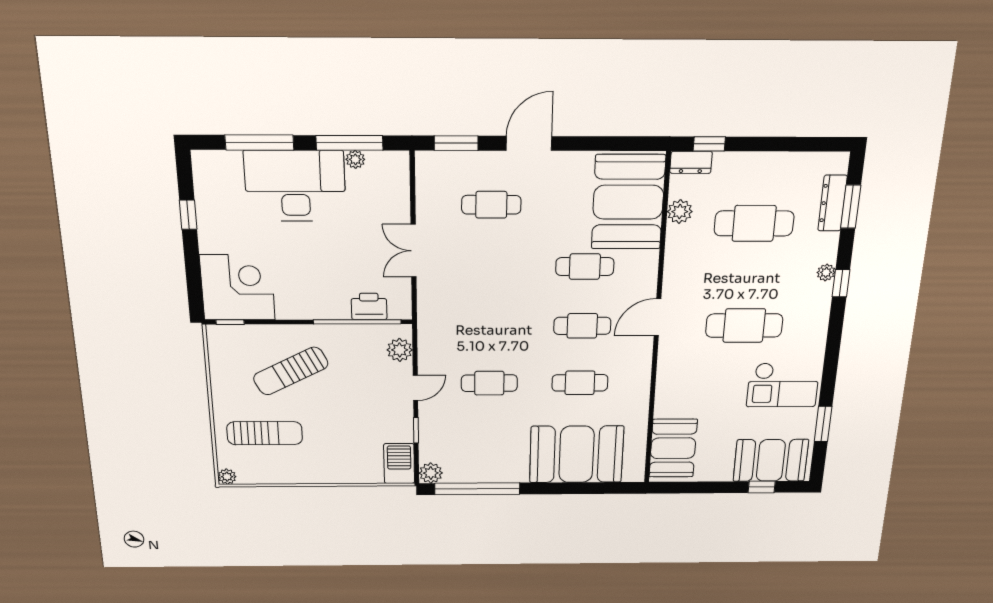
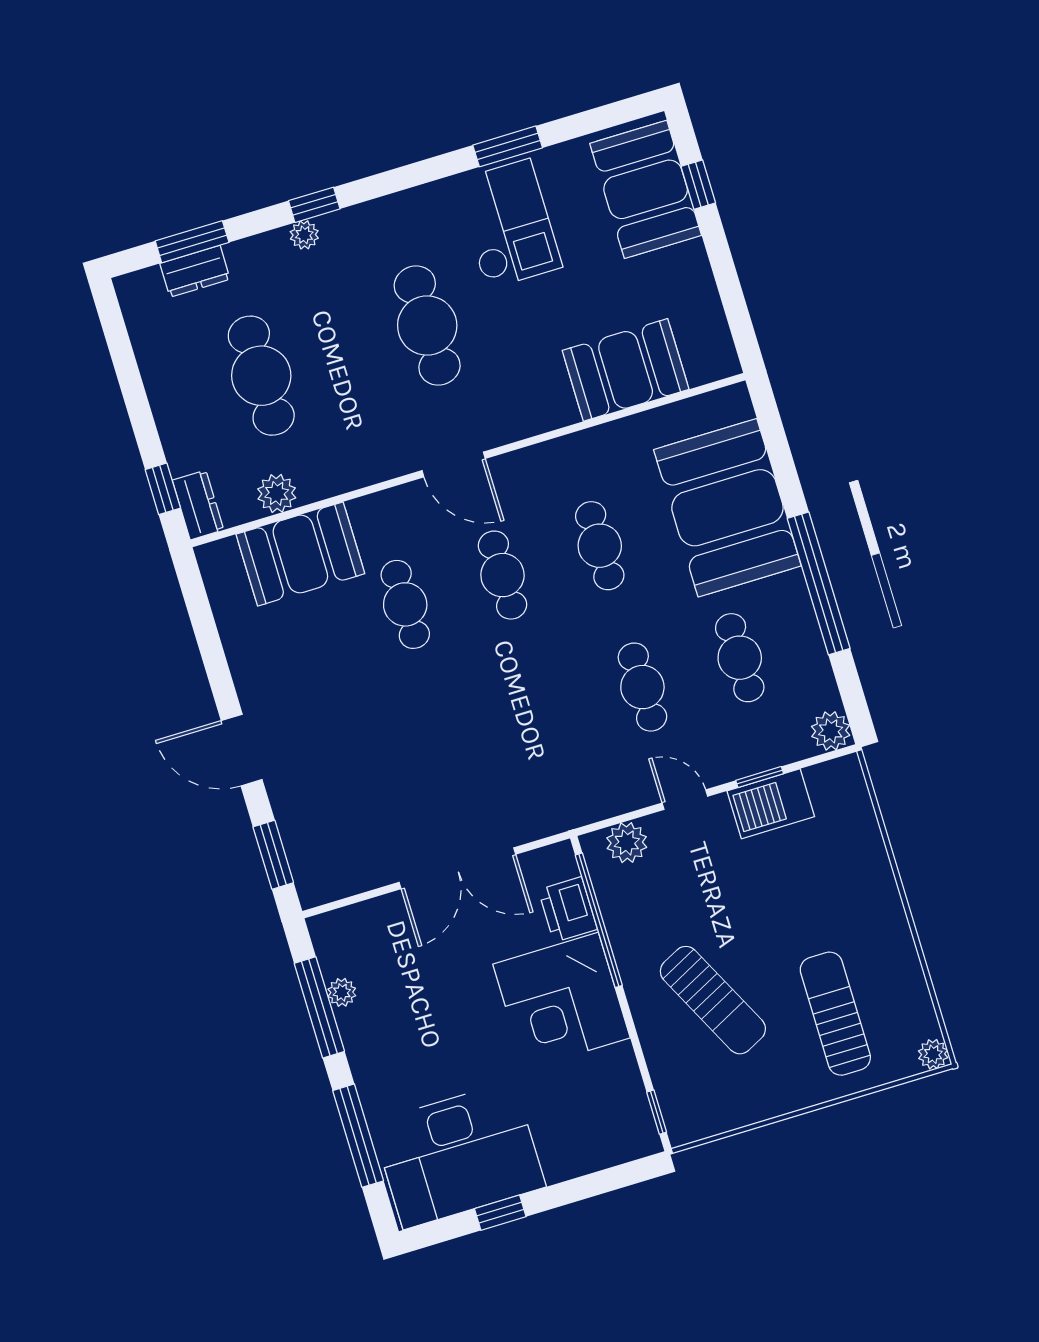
desk: (295, 186) -> (459, 1155), moved, turned -90
booth: (628, 202) -> (300, 554), width x0.73, depth x0.70
dresser: (832, 203) -> (195, 271), width x0.70
cafe table: (491, 205) -> (740, 658), moved
double door: (413, 251) -> (457, 868), width x1.37
corner desk: (237, 287) -> (561, 1001), moved, turned -90
window: (823, 424) -> (508, 146), moved
booth: (673, 448) -> (626, 370), moved
barbecue: (399, 464) -> (771, 804), moved
window: (477, 489) -> (819, 583), moved

